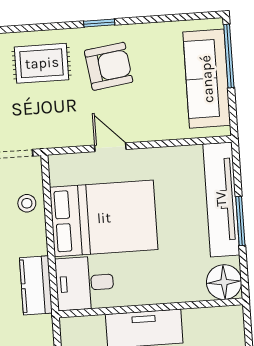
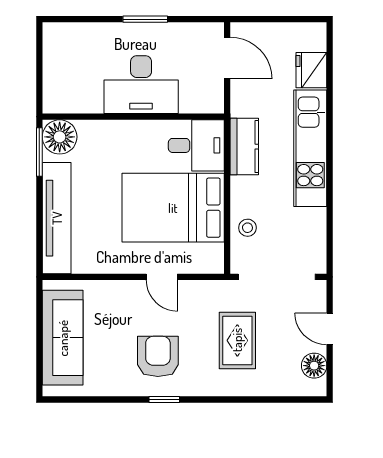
window: (229, 56) -> (39, 358), removed
rug: (42, 63) -> (237, 340), moved, turned 90
armchair: (109, 66) -> (158, 356), turned 98
window: (240, 221) -> (39, 152), moved

